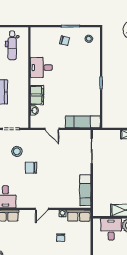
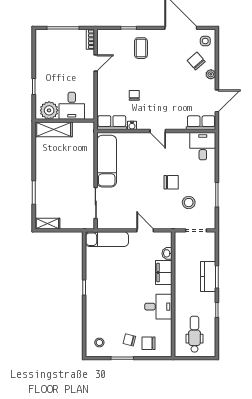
chair: (49, 38) -> (148, 343), added
exam couch: (85, 190) -> (107, 161), width x1.36, depth x1.45
door: (42, 209) -> (158, 131), swing flipped

